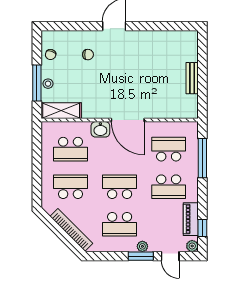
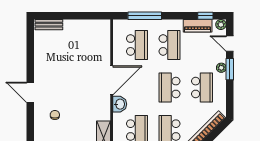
bench: (192, 78) -> (49, 25), moved
school desk: (169, 149) -> (137, 45), turned 180
door: (170, 256) -> (230, 44), swing flipped

